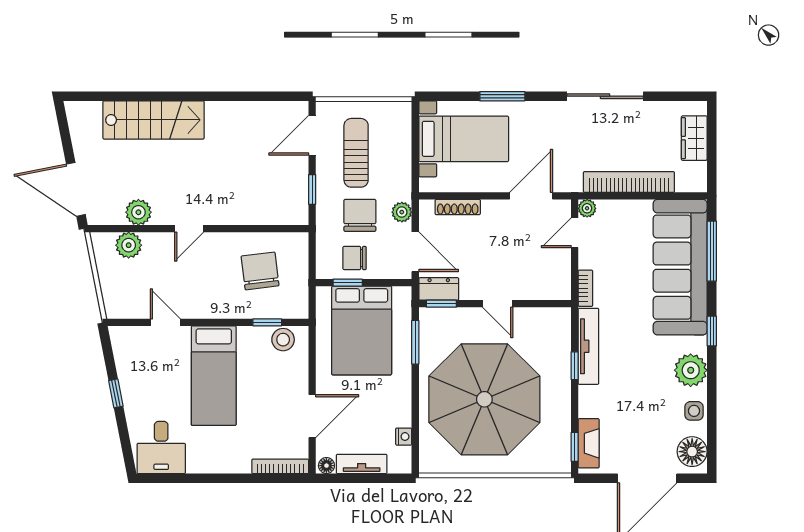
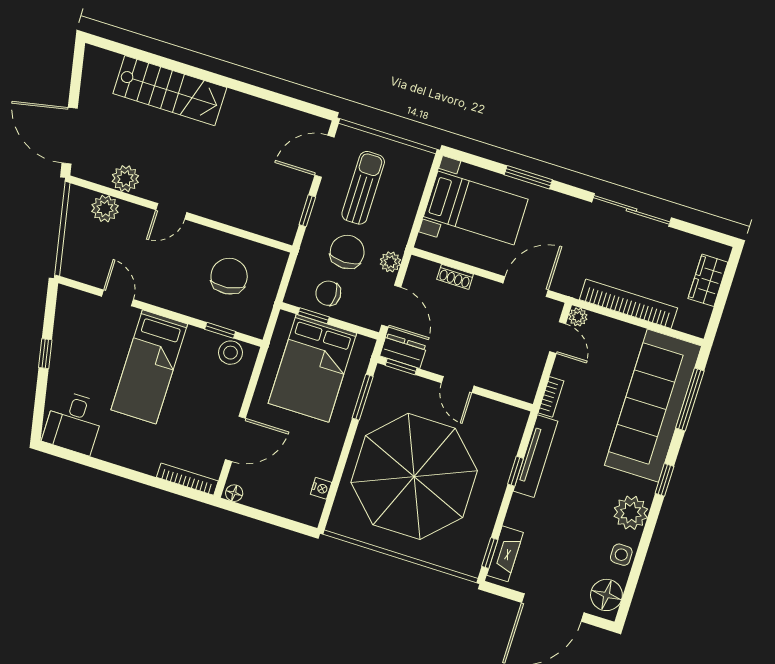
shoe rack: (458, 207) -> (455, 277), width x0.70
door: (575, 233) -> (558, 338), swing flipped
tv unit: (362, 464) -> (270, 503), removed

